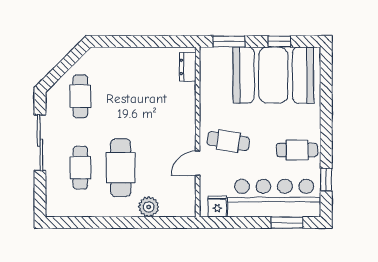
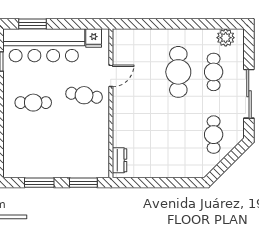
window: (279, 41) -> (39, 183), width x1.50
booth: (273, 75) -> (45, 153), removed
cafe table: (297, 150) -> (33, 103), moved
plant: (149, 207) -> (226, 38), moved

